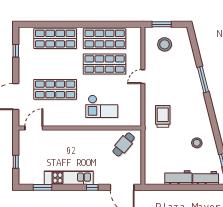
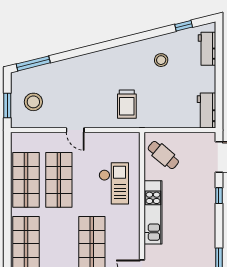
window: (203, 79) -> (33, 63), moved
trolley: (163, 116) -> (127, 104), turned -90
kitchen unit: (69, 178) -> (153, 212), moved, turned 180
workbench: (178, 178) -> (206, 110), moved

